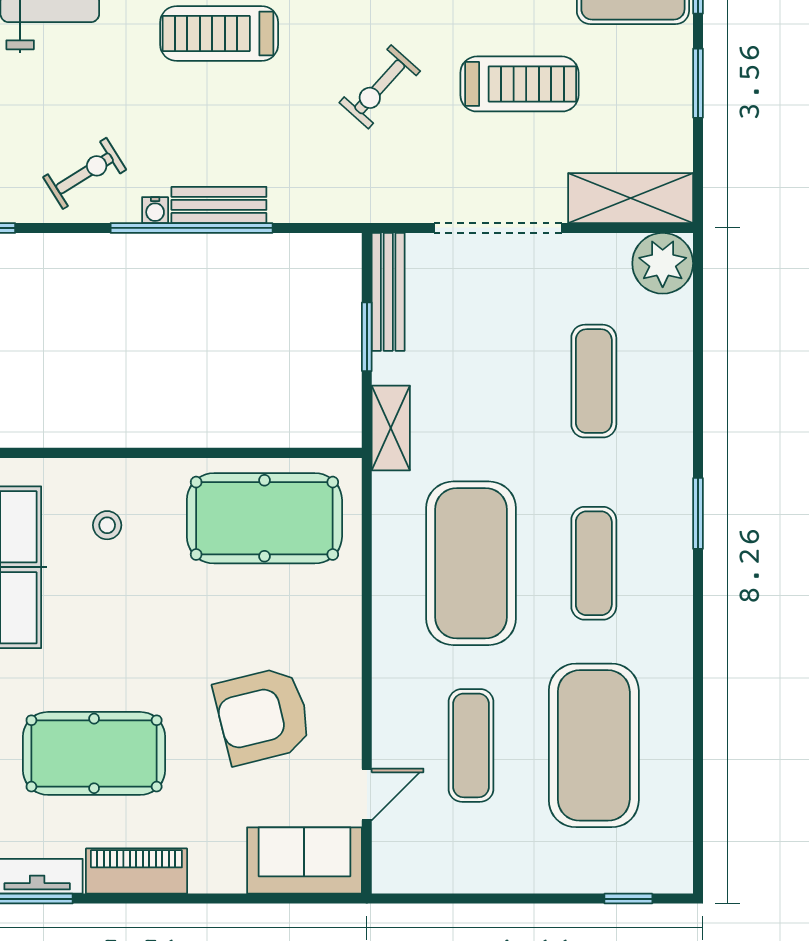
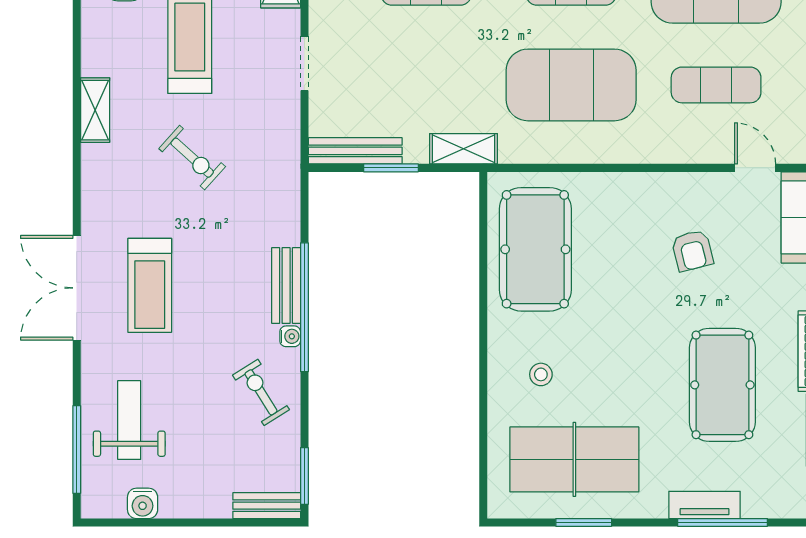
doorway: (498, 228) -> (304, 64), width x0.53
armchair: (263, 716) -> (692, 251), width x0.53, depth x0.53

